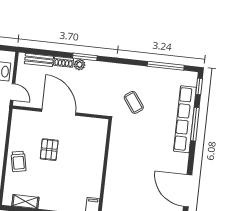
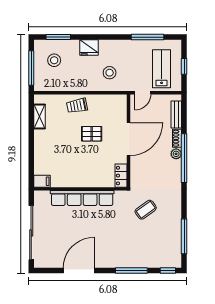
window: (85, 57) -> (184, 158), width x2.11
row of seats: (185, 119) -> (82, 198), moved, turned 180
locker: (96, 124) -> (121, 176), added
door: (188, 191) -> (79, 271), moved

